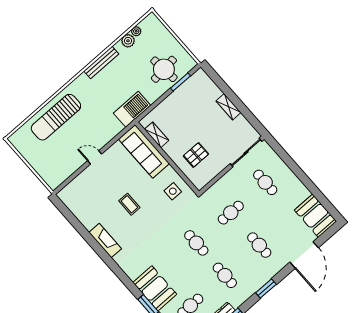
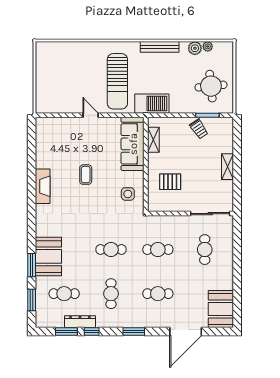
round table: (164, 69) -> (211, 86), moved
trolley: (183, 97) -> (199, 129), added
sun lounger: (56, 117) -> (117, 81), moved, turned -90
cafe table: (196, 243) -> (111, 250), turned 90
cafe table: (259, 245) -> (158, 294), turned 90

